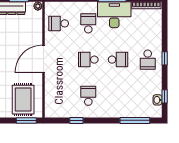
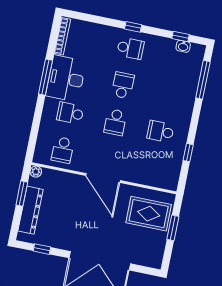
window: (26, 120) -> (173, 228), moved

